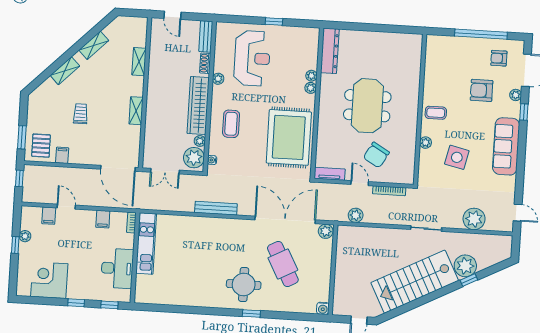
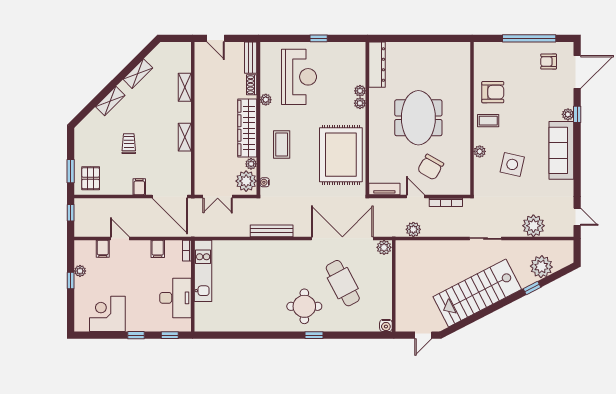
armchair: (482, 90) -> (493, 92), moved, turned 180
plant: (516, 95) -> (568, 114), moved
filing cabinet: (62, 155) -> (139, 187), moved
plant: (465, 266) -> (541, 267), moved

